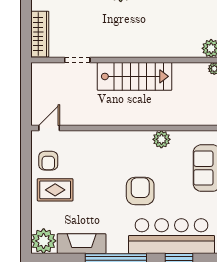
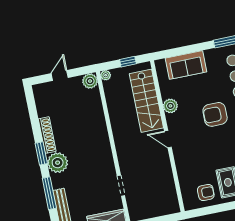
stairs: (135, 76) -> (146, 101), moved, turned 180
door: (49, 128) -> (168, 139), moved

